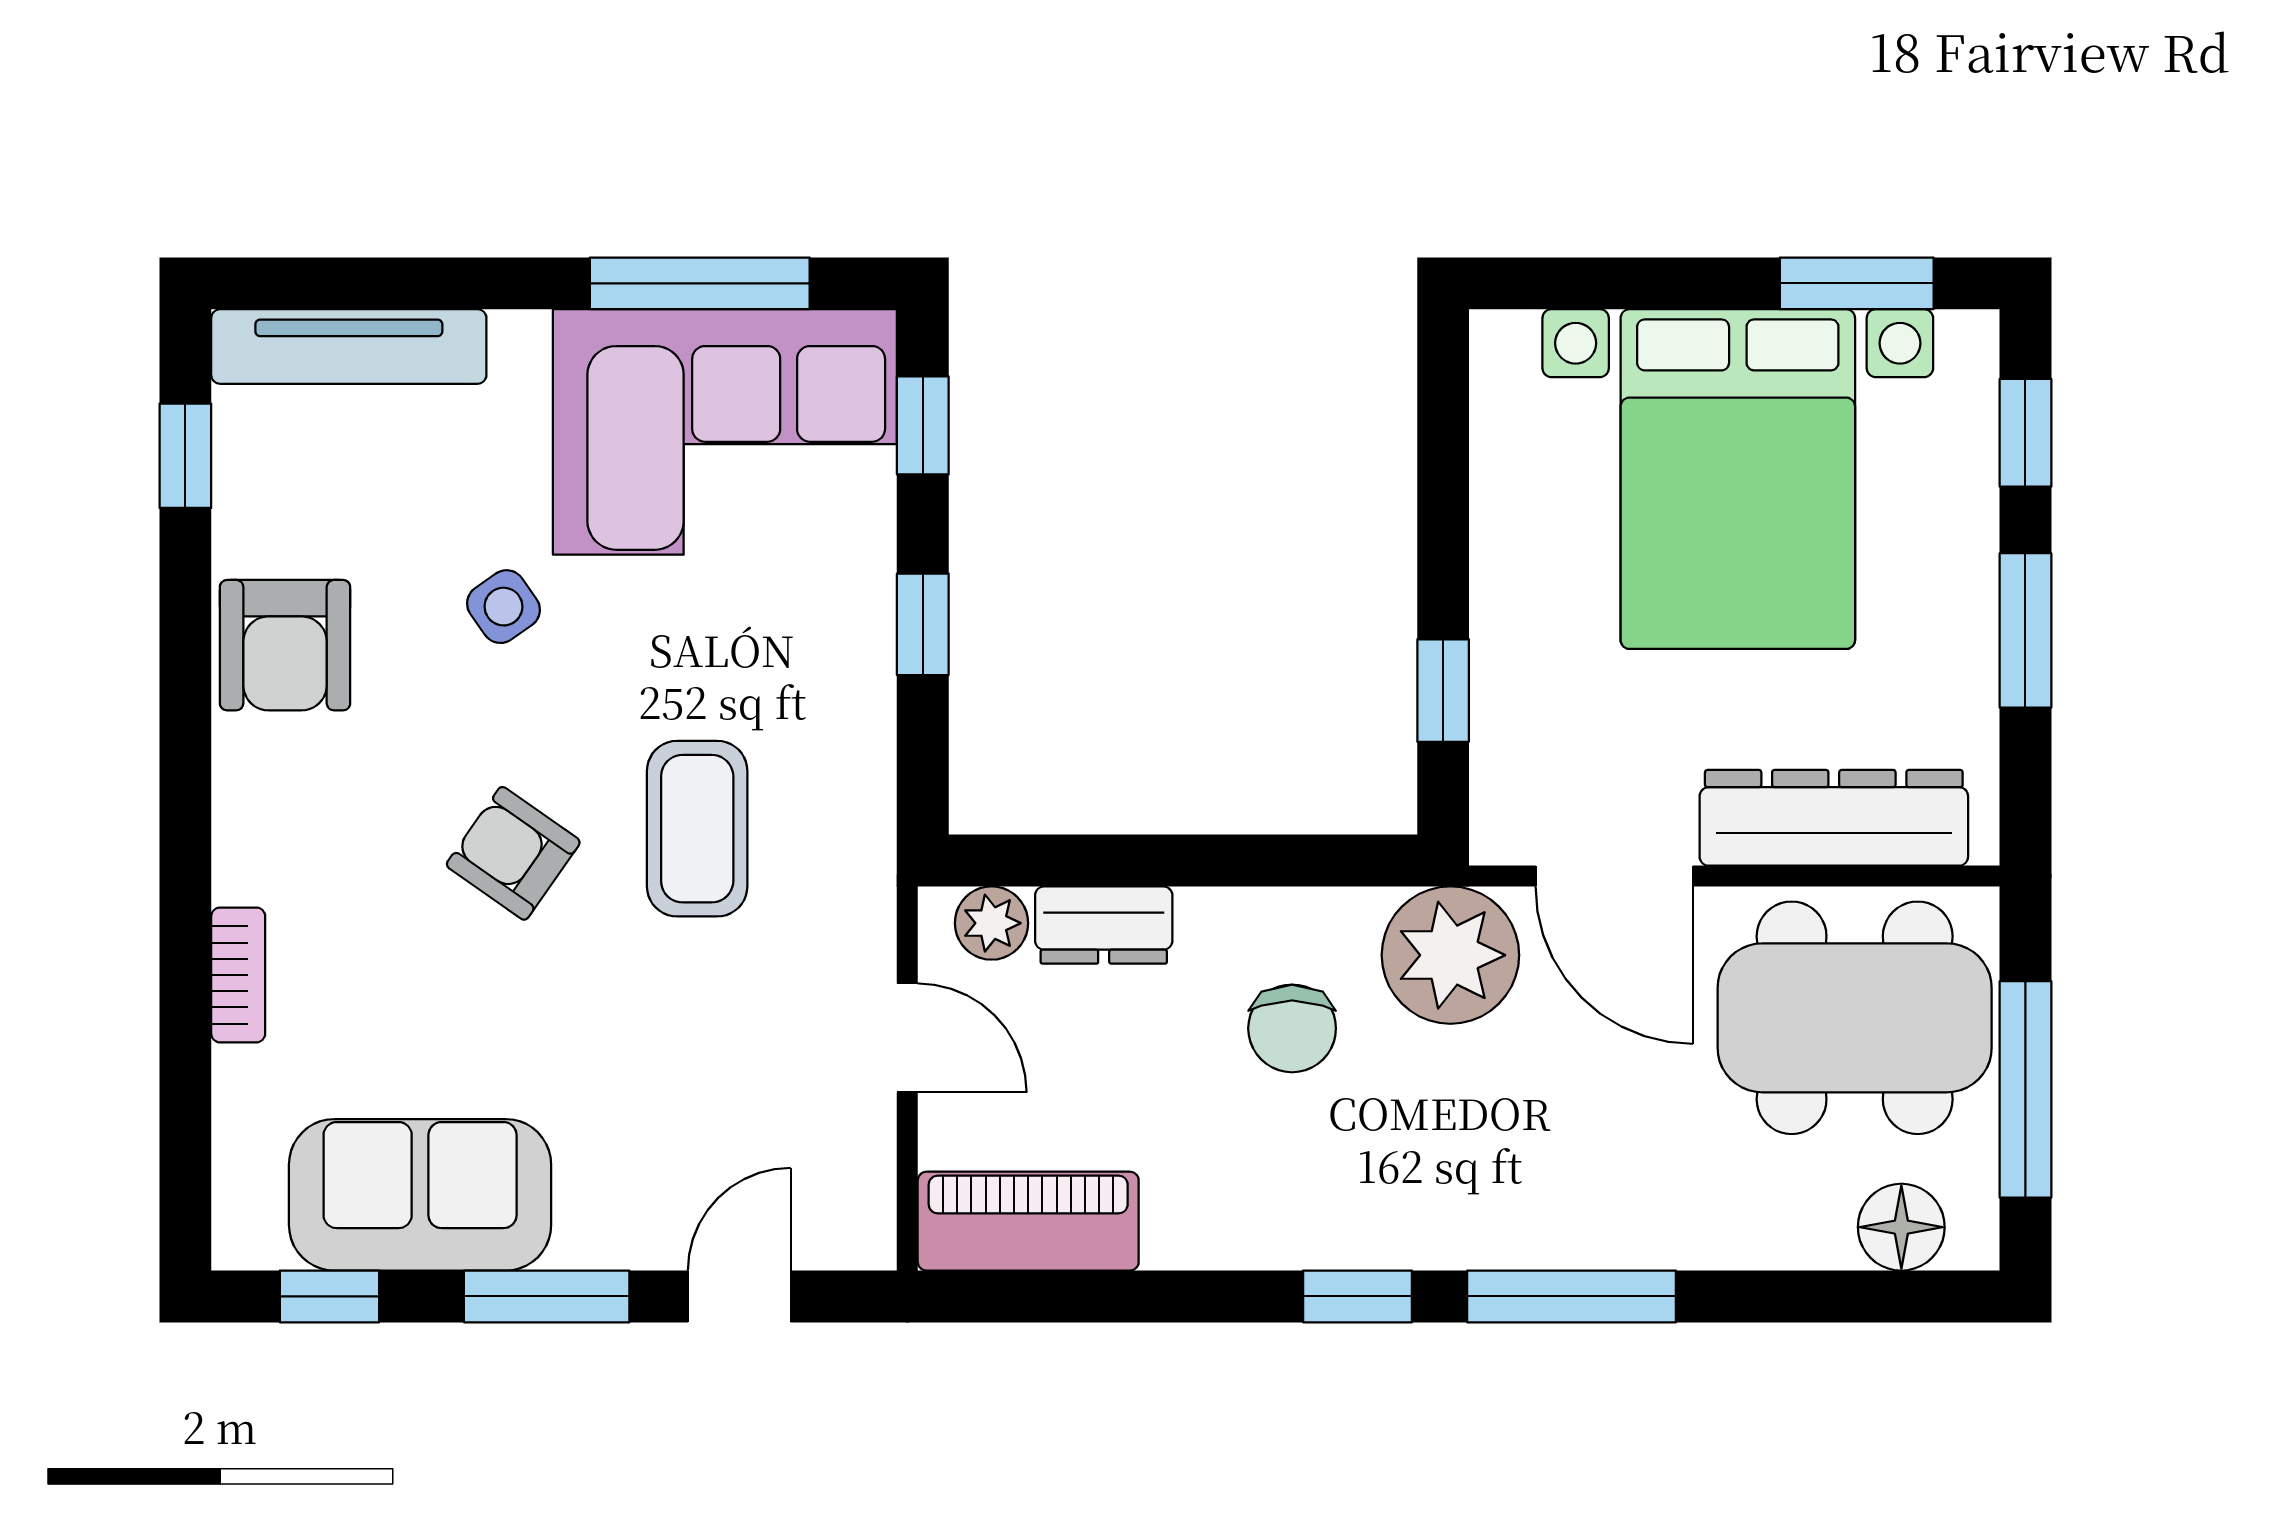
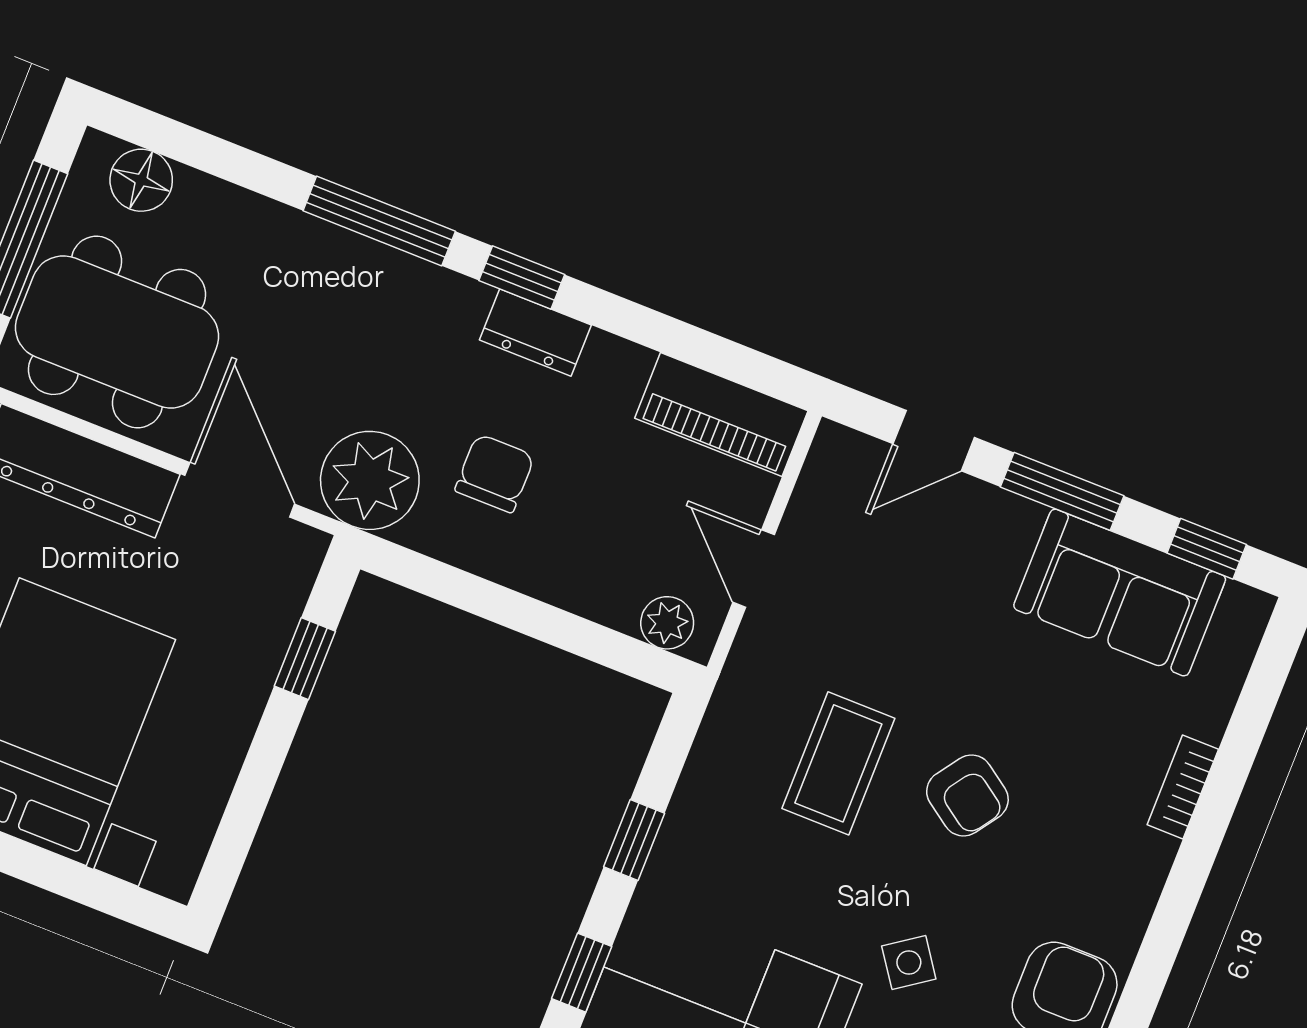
dresser: (1104, 925) -> (535, 333), moved, turned 180

